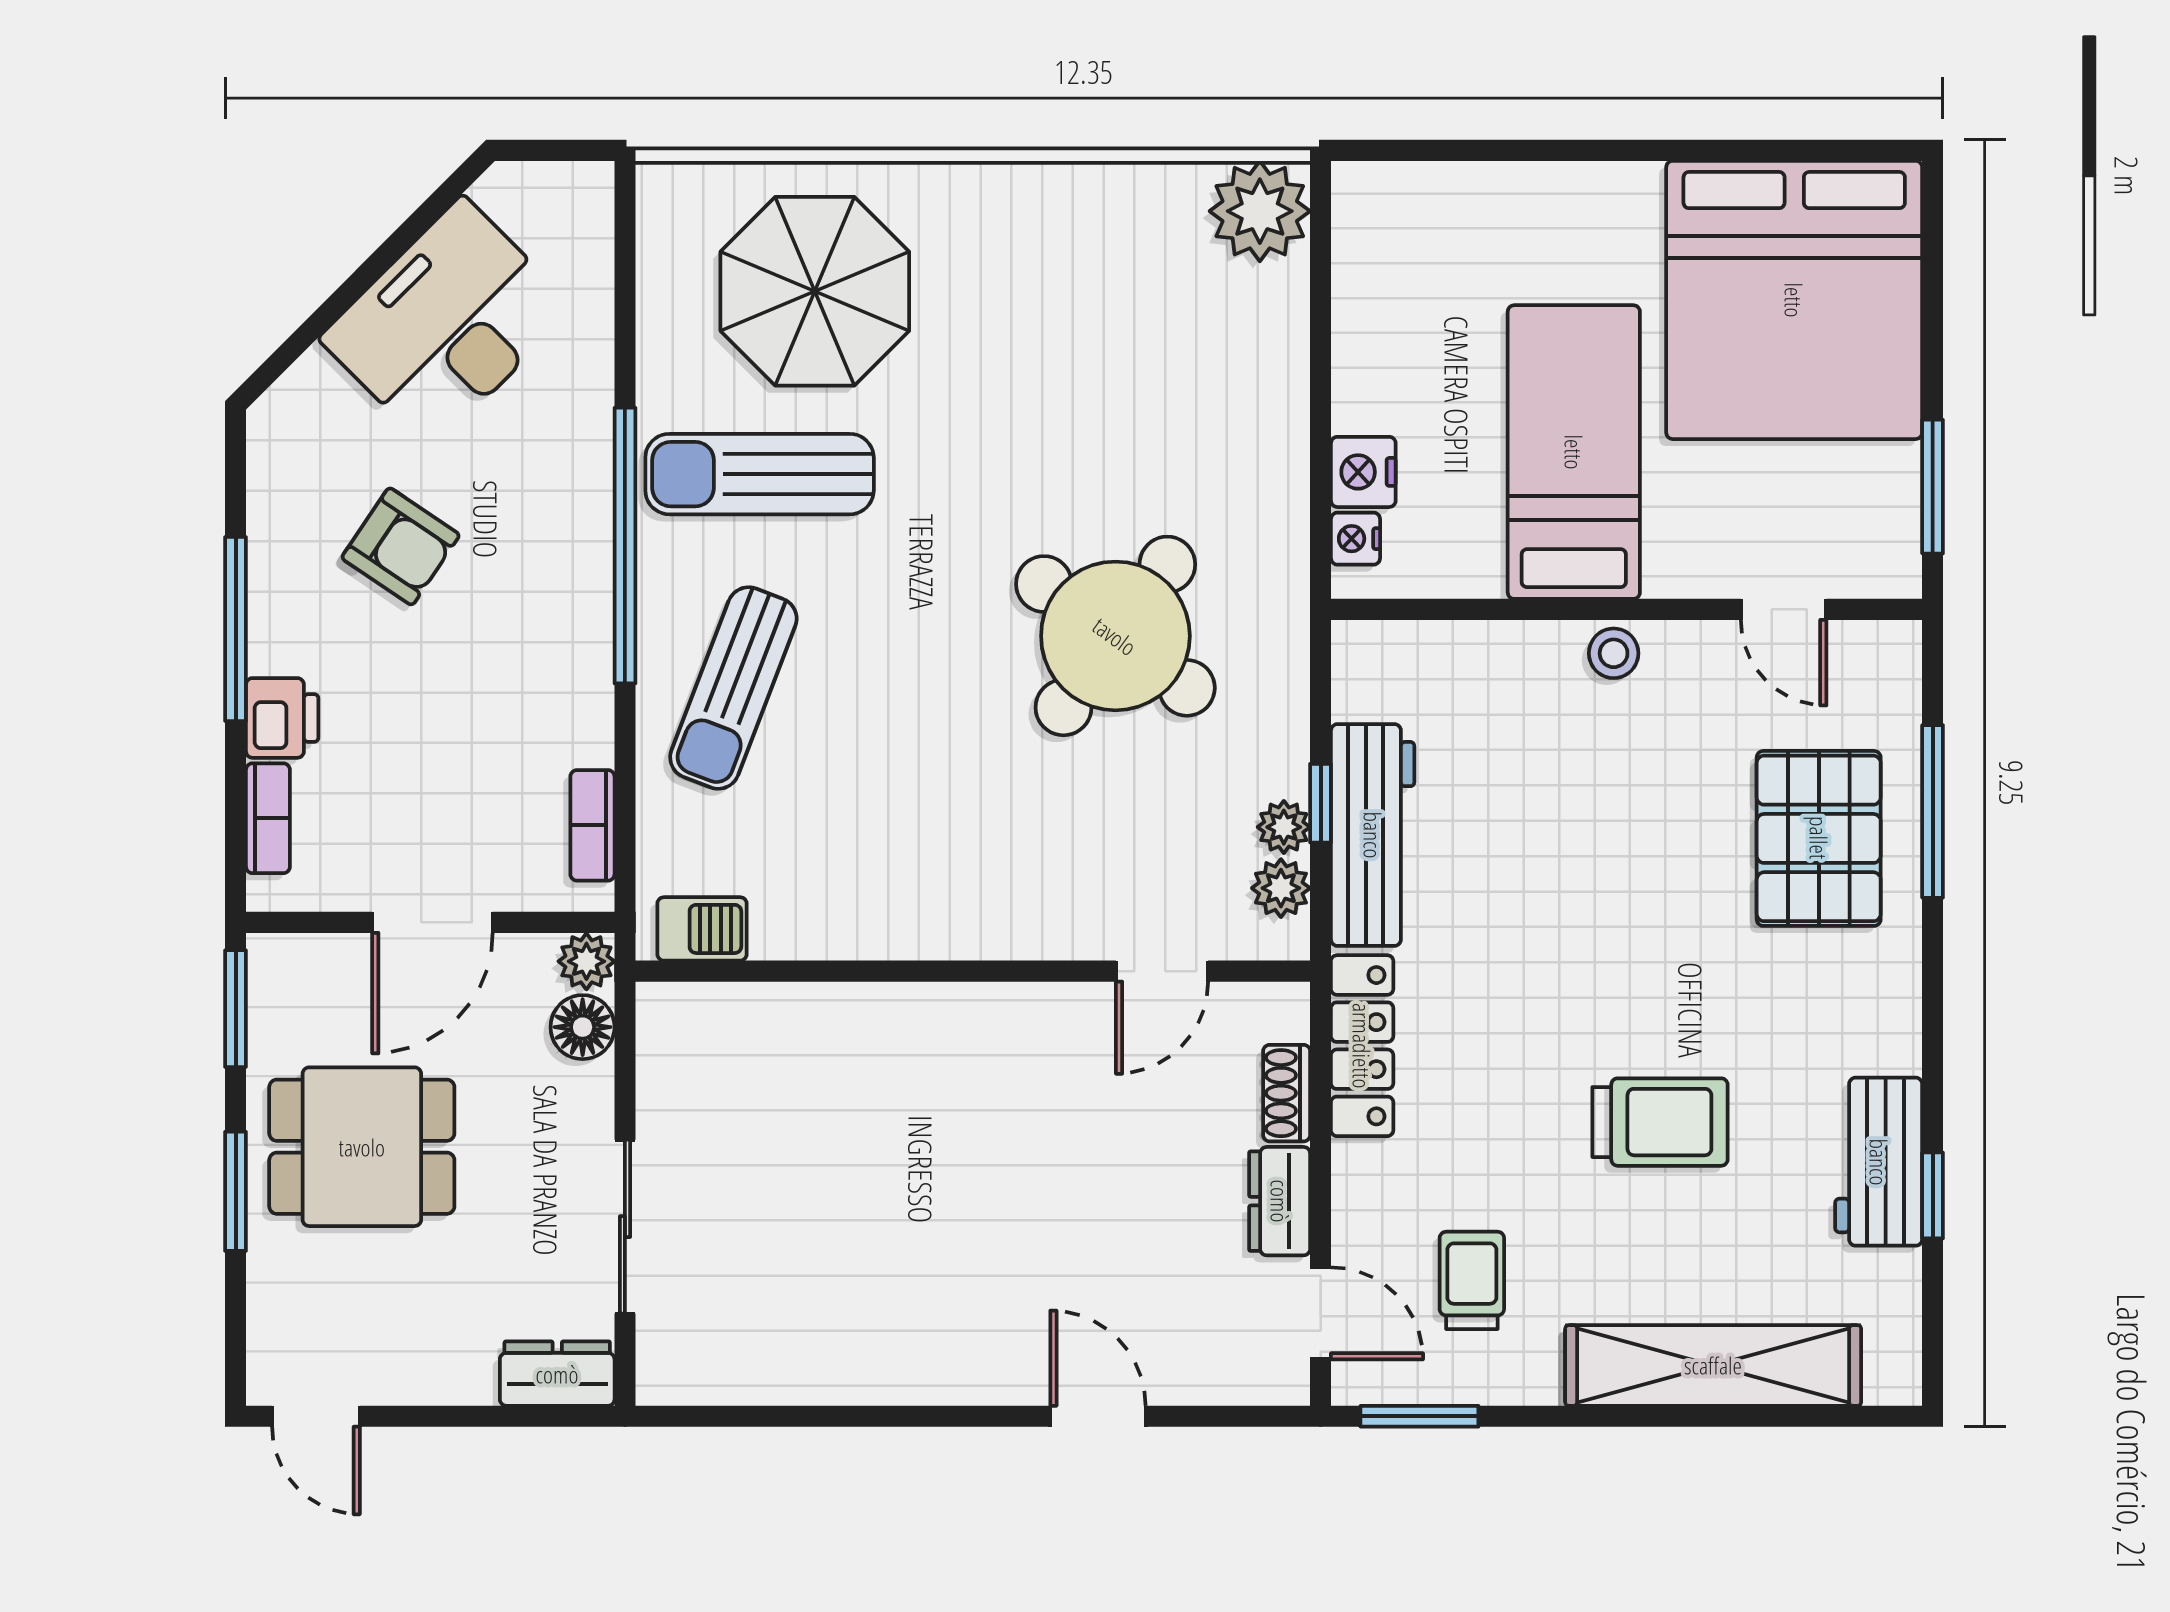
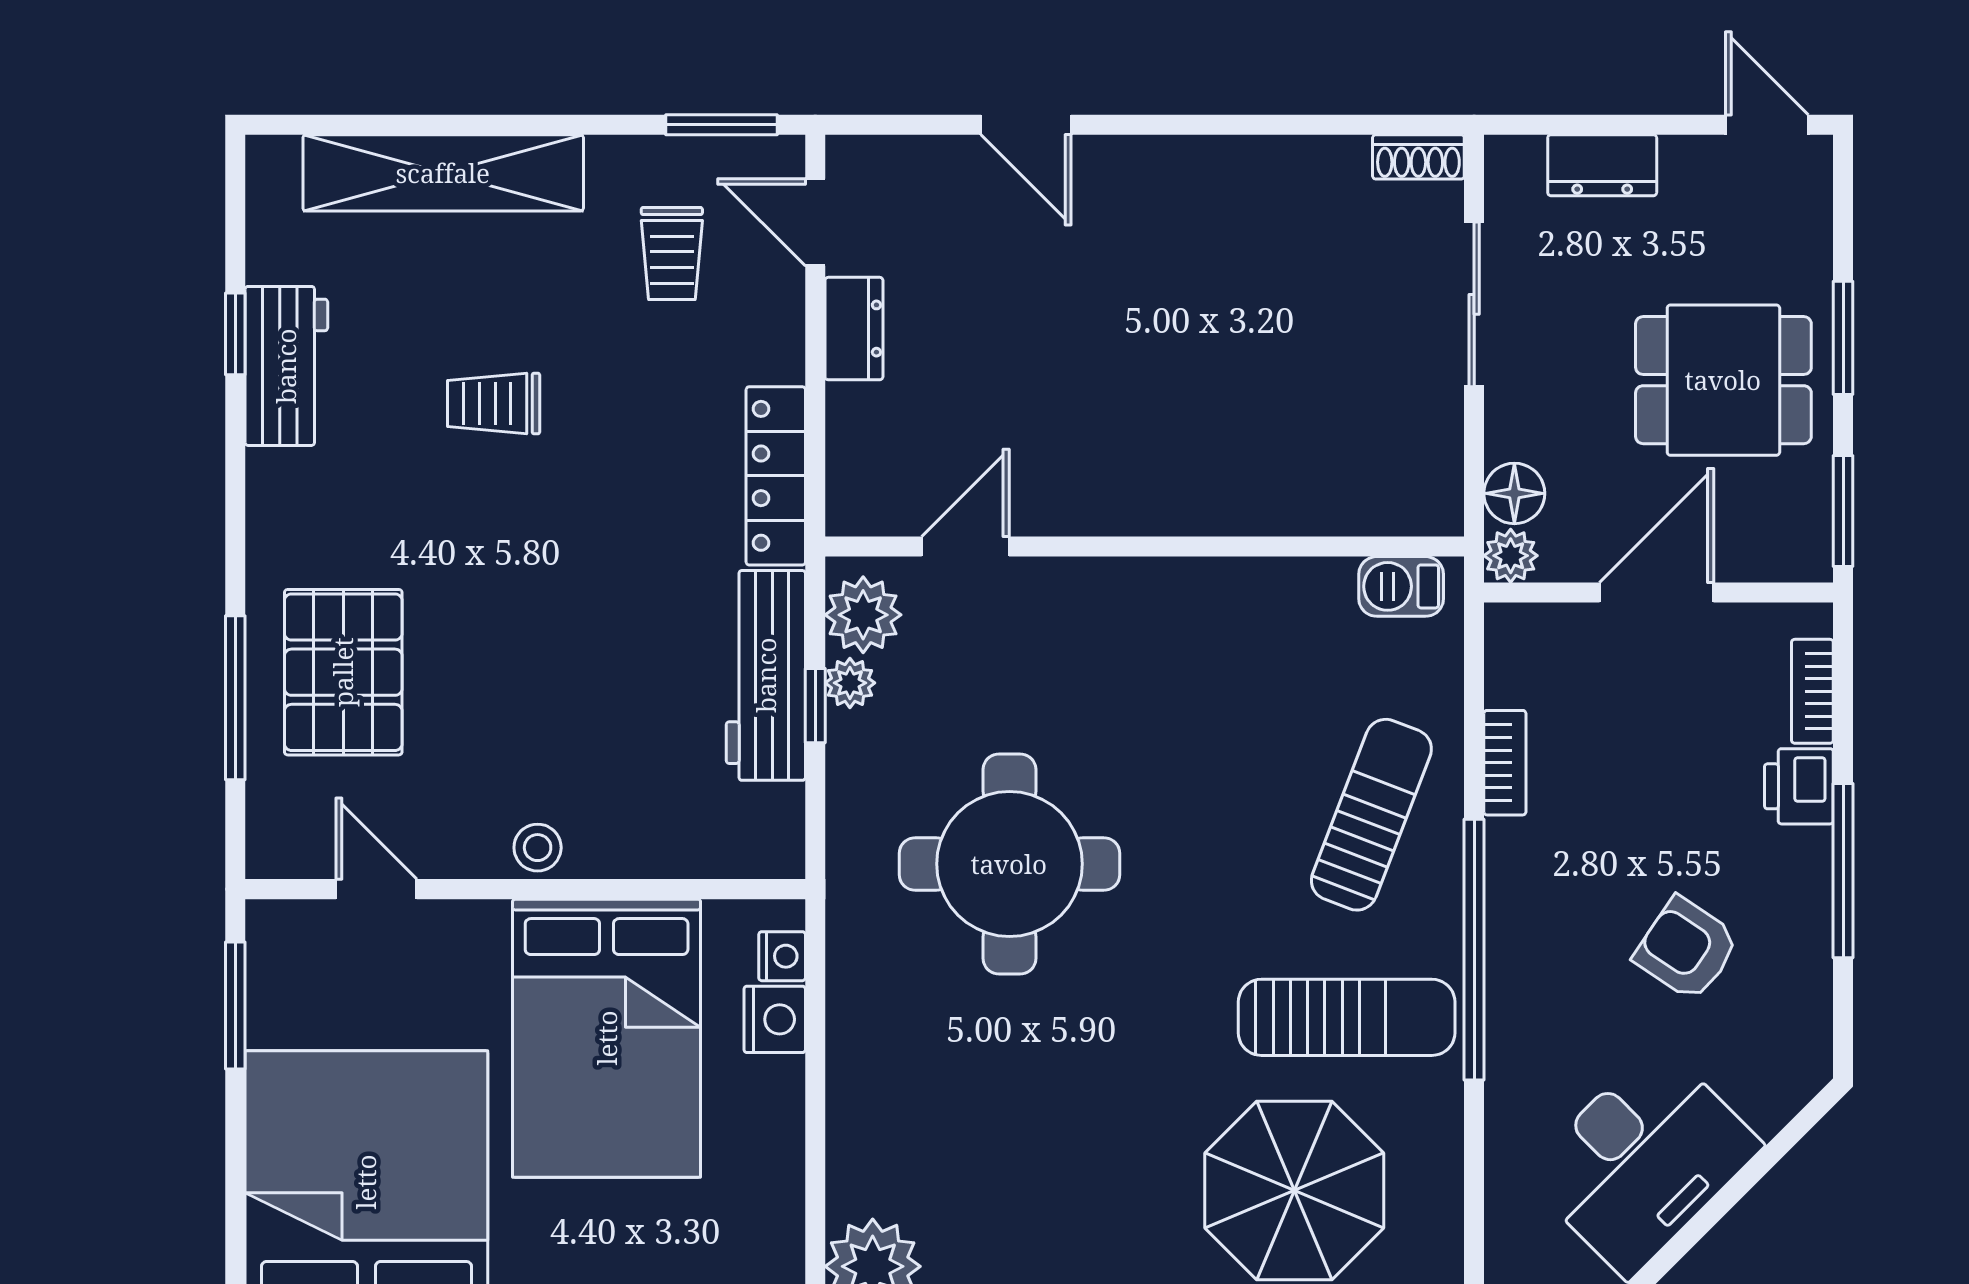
bed: (1574, 452) -> (607, 1038), width x1.50
round table: (1115, 636) -> (1009, 864), turned -36
bookcase: (592, 825) -> (1505, 763), moved
plant: (1281, 888) -> (863, 615), width x1.38, depth x1.38
shoe rack: (1287, 1093) -> (1418, 157), moved, turned 90
trolley: (1660, 1122) -> (494, 404), width x0.73, depth x0.72
dresser: (557, 1374) -> (1602, 165), moved

